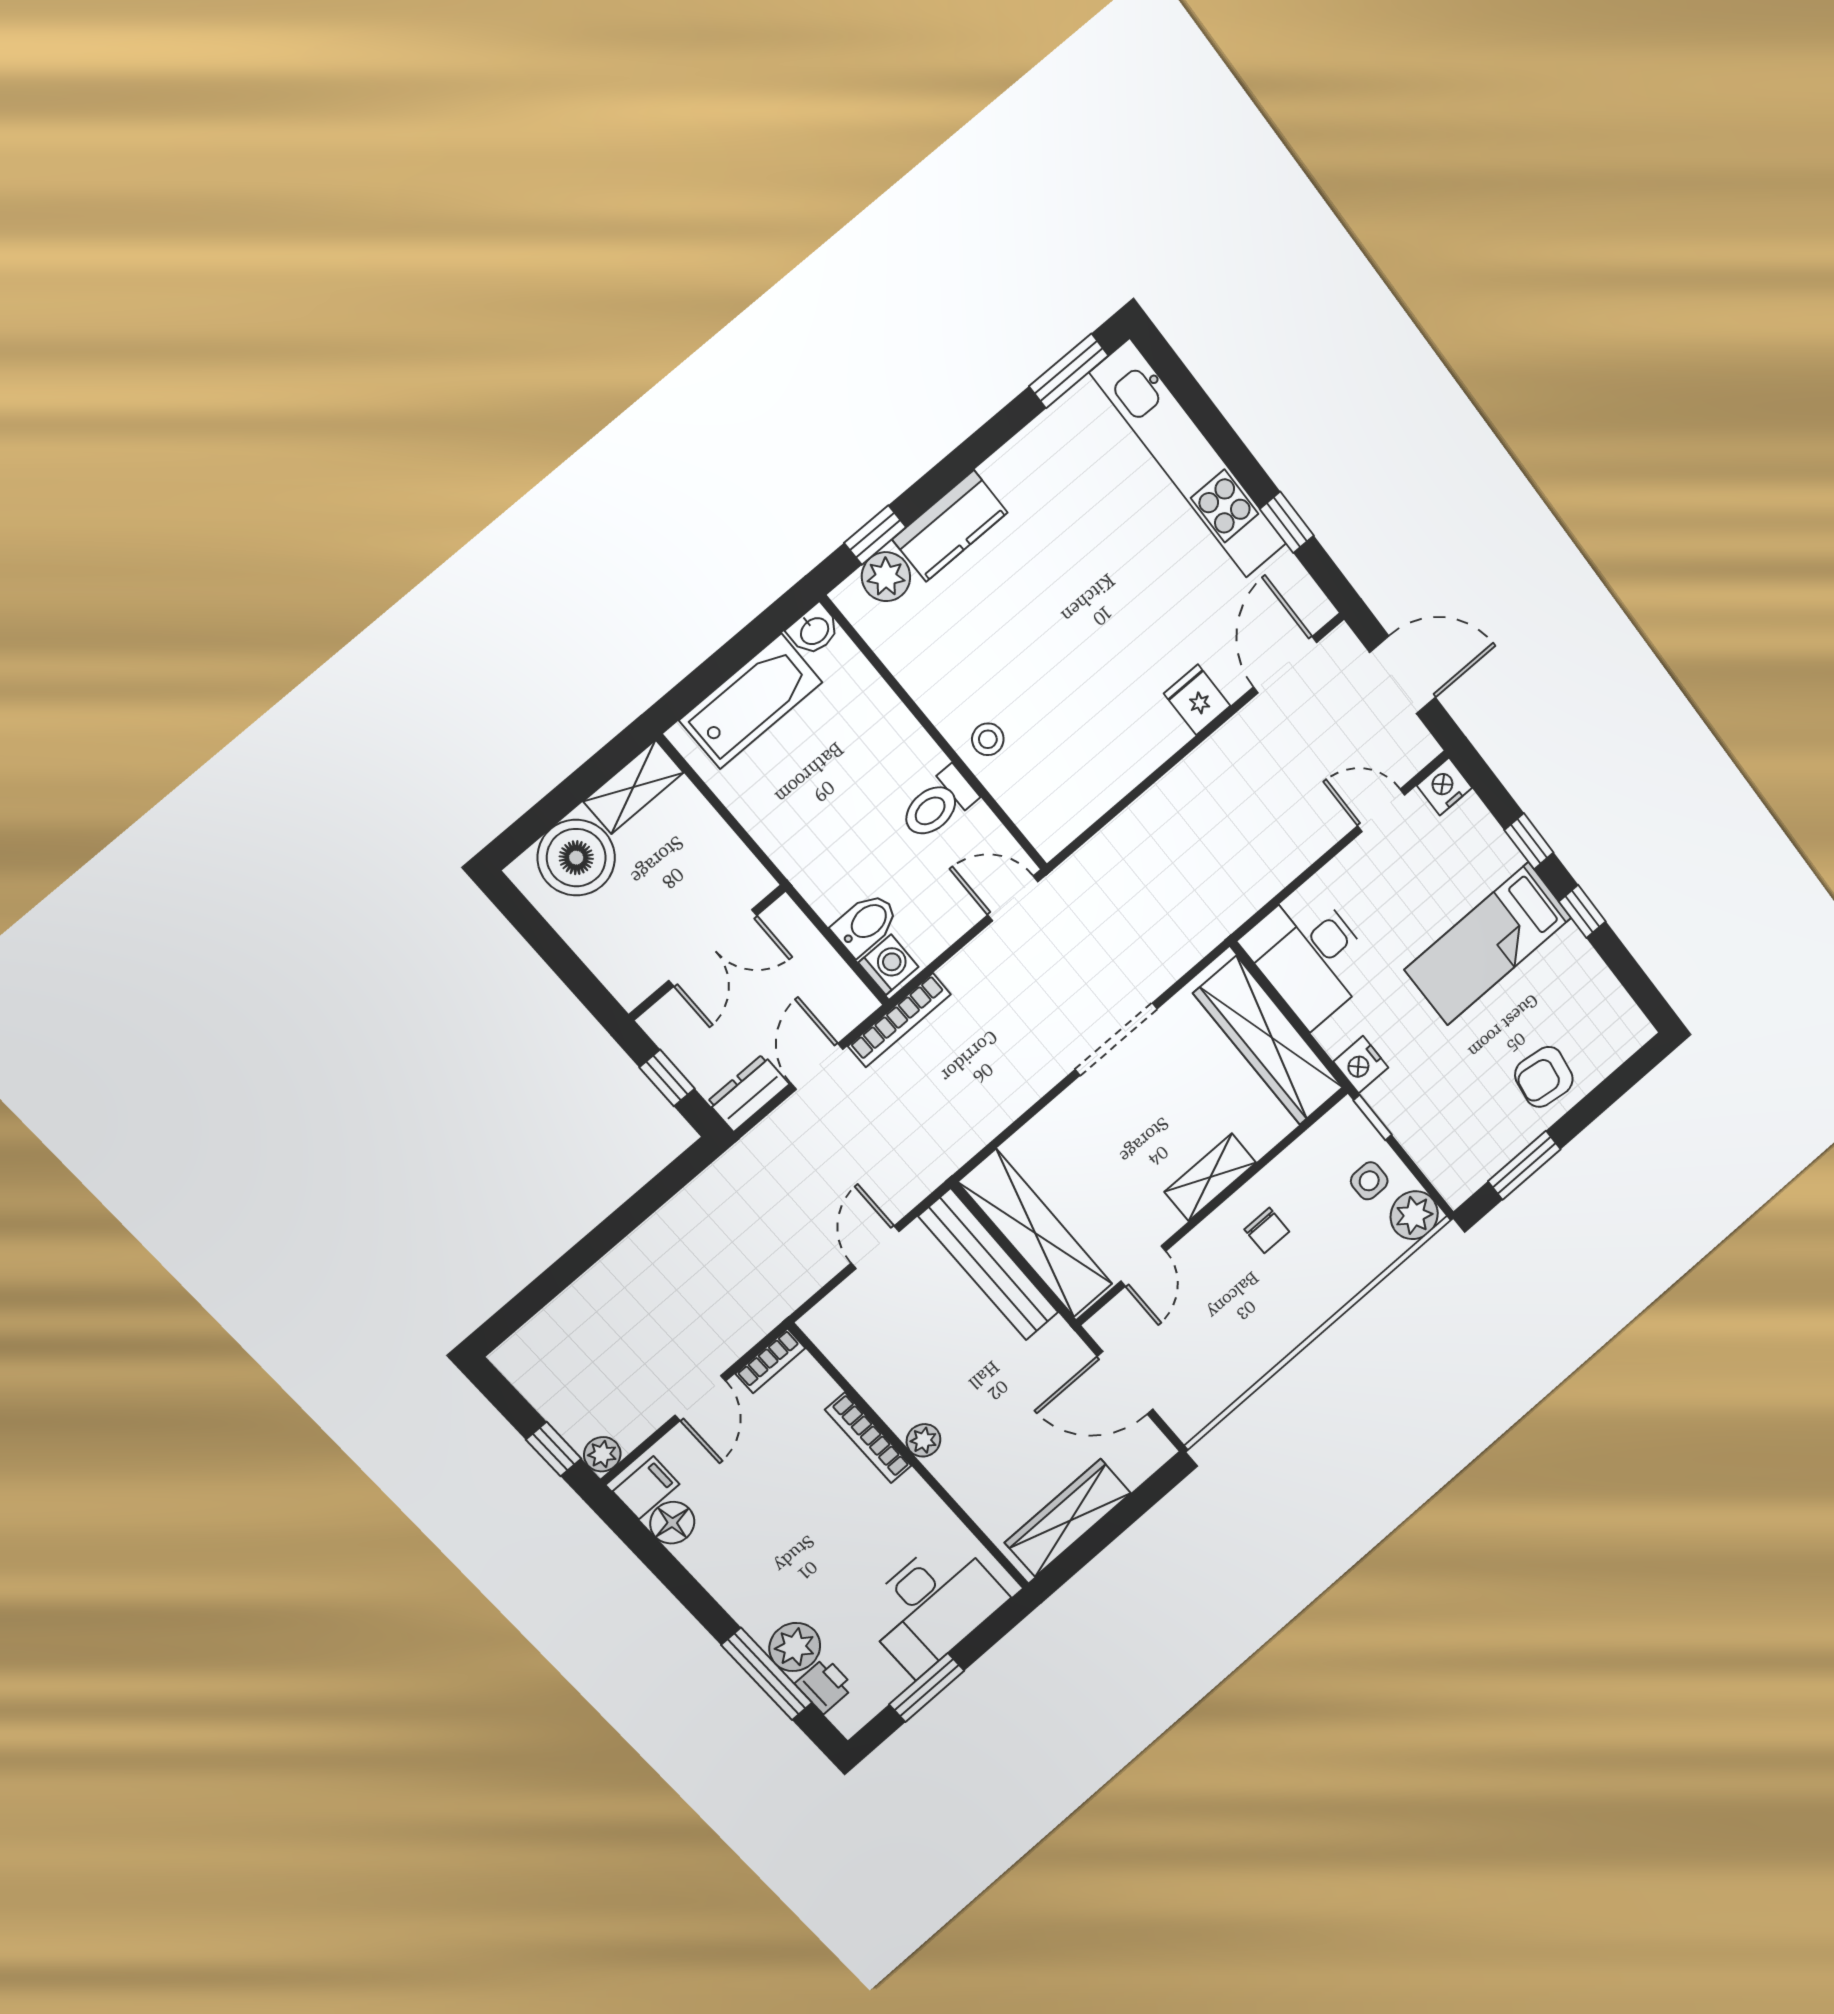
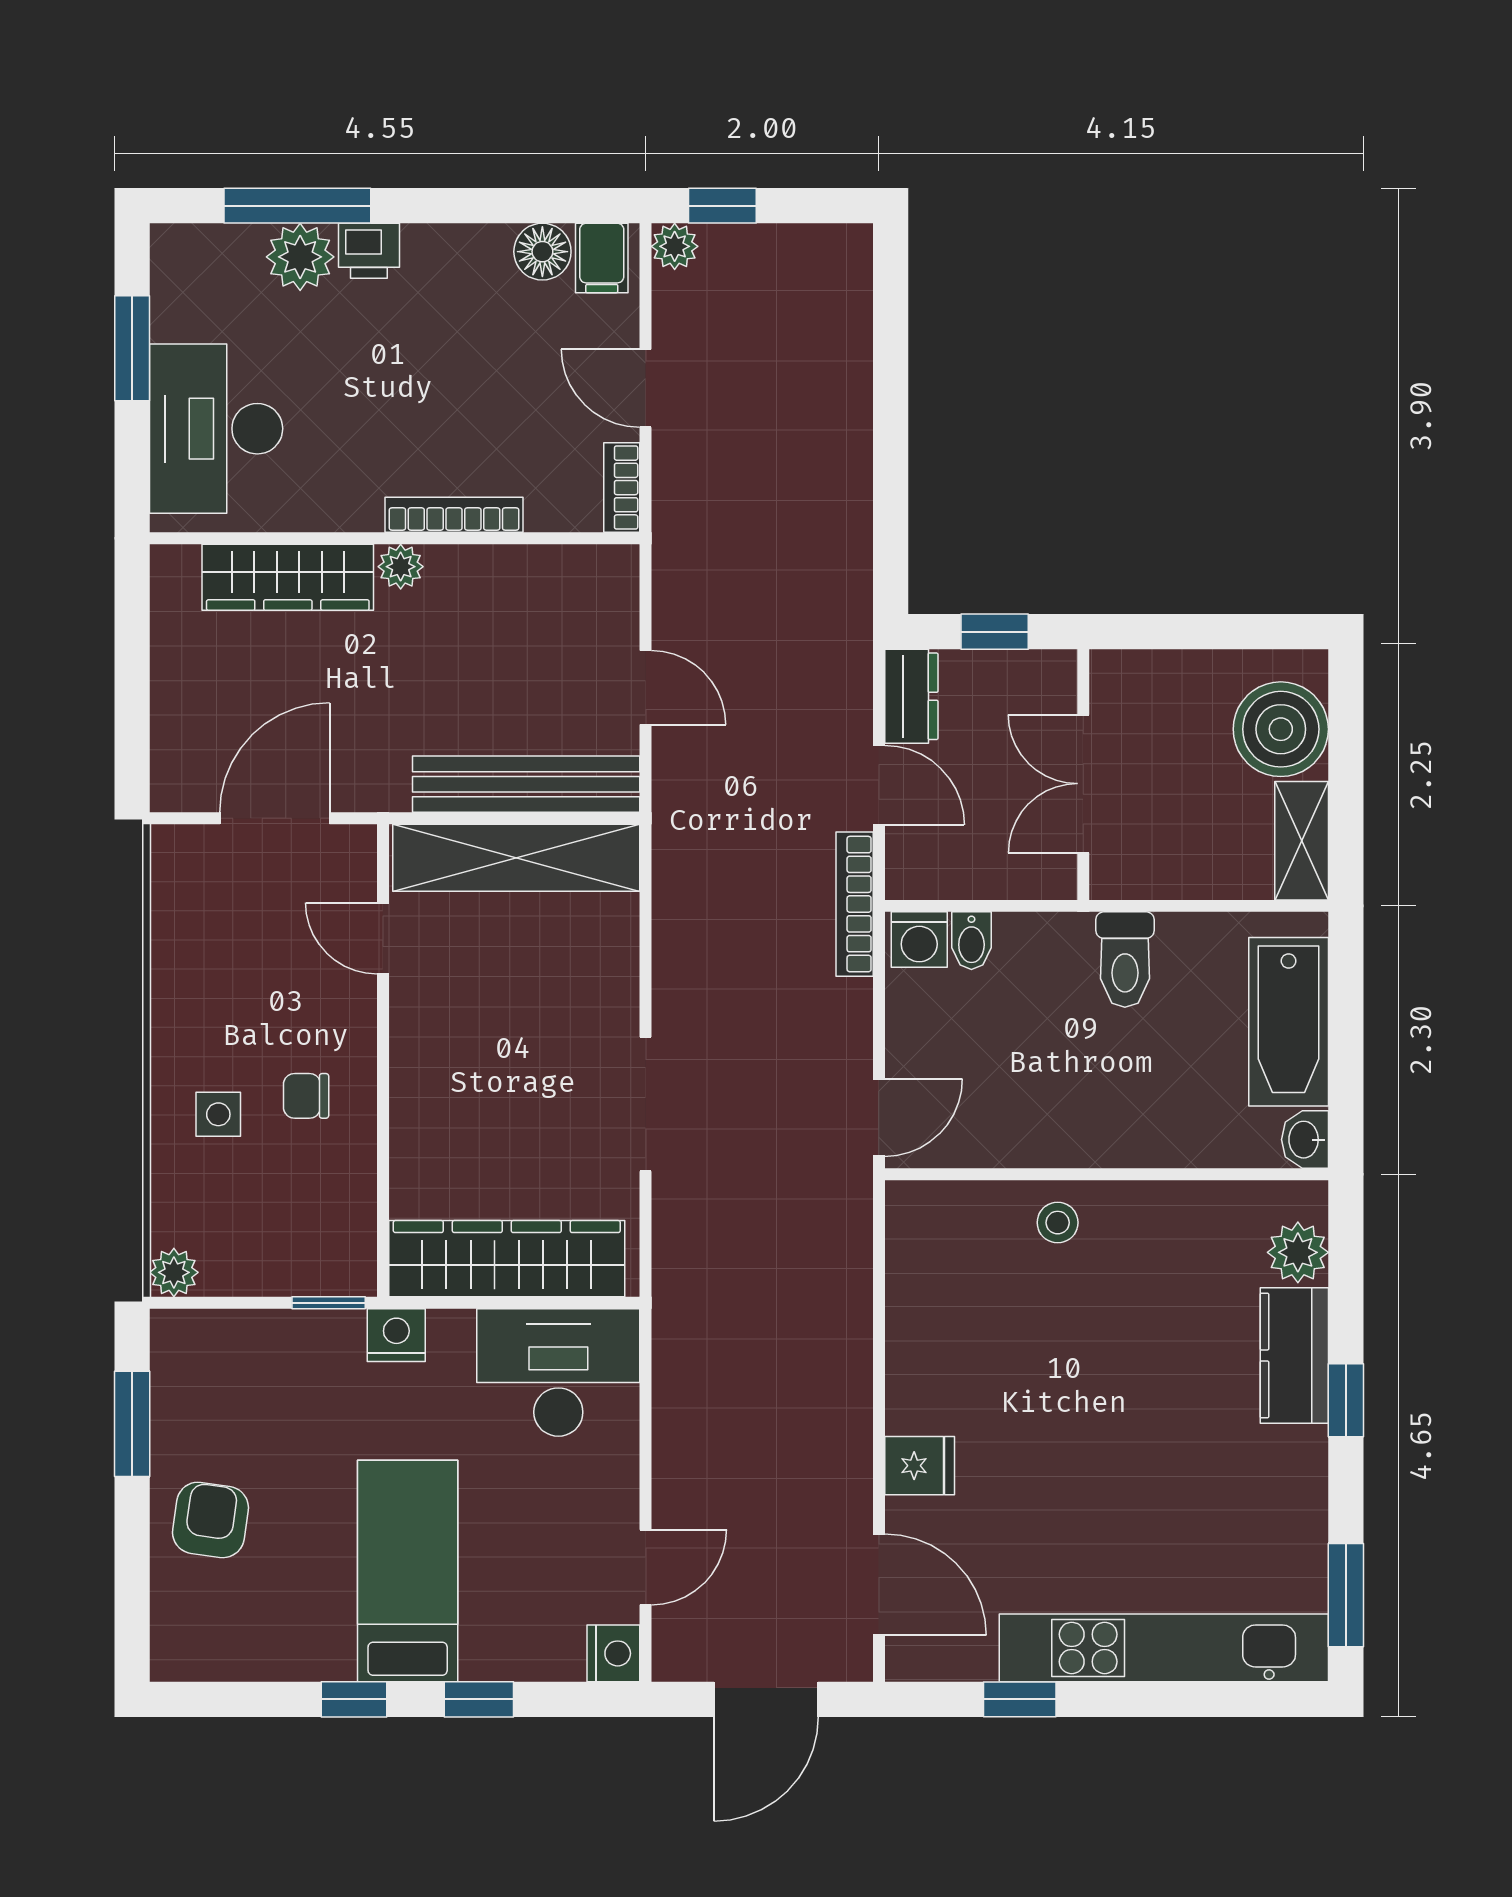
window: (875, 535) -> (1346, 1400), moved
toilet: (938, 804) -> (1125, 959), moved, turned 180
bidet: (866, 924) -> (971, 941), width x0.72, depth x0.74
shelving: (1210, 1177) -> (416, 1083), removed
side table: (1369, 1181) -> (218, 1114), moved
plant: (1414, 1215) -> (174, 1272), width x0.73, depth x0.73
wardrobe: (1068, 1518) -> (288, 577), moved, turned 90
printer: (824, 1685) -> (369, 251), moved

